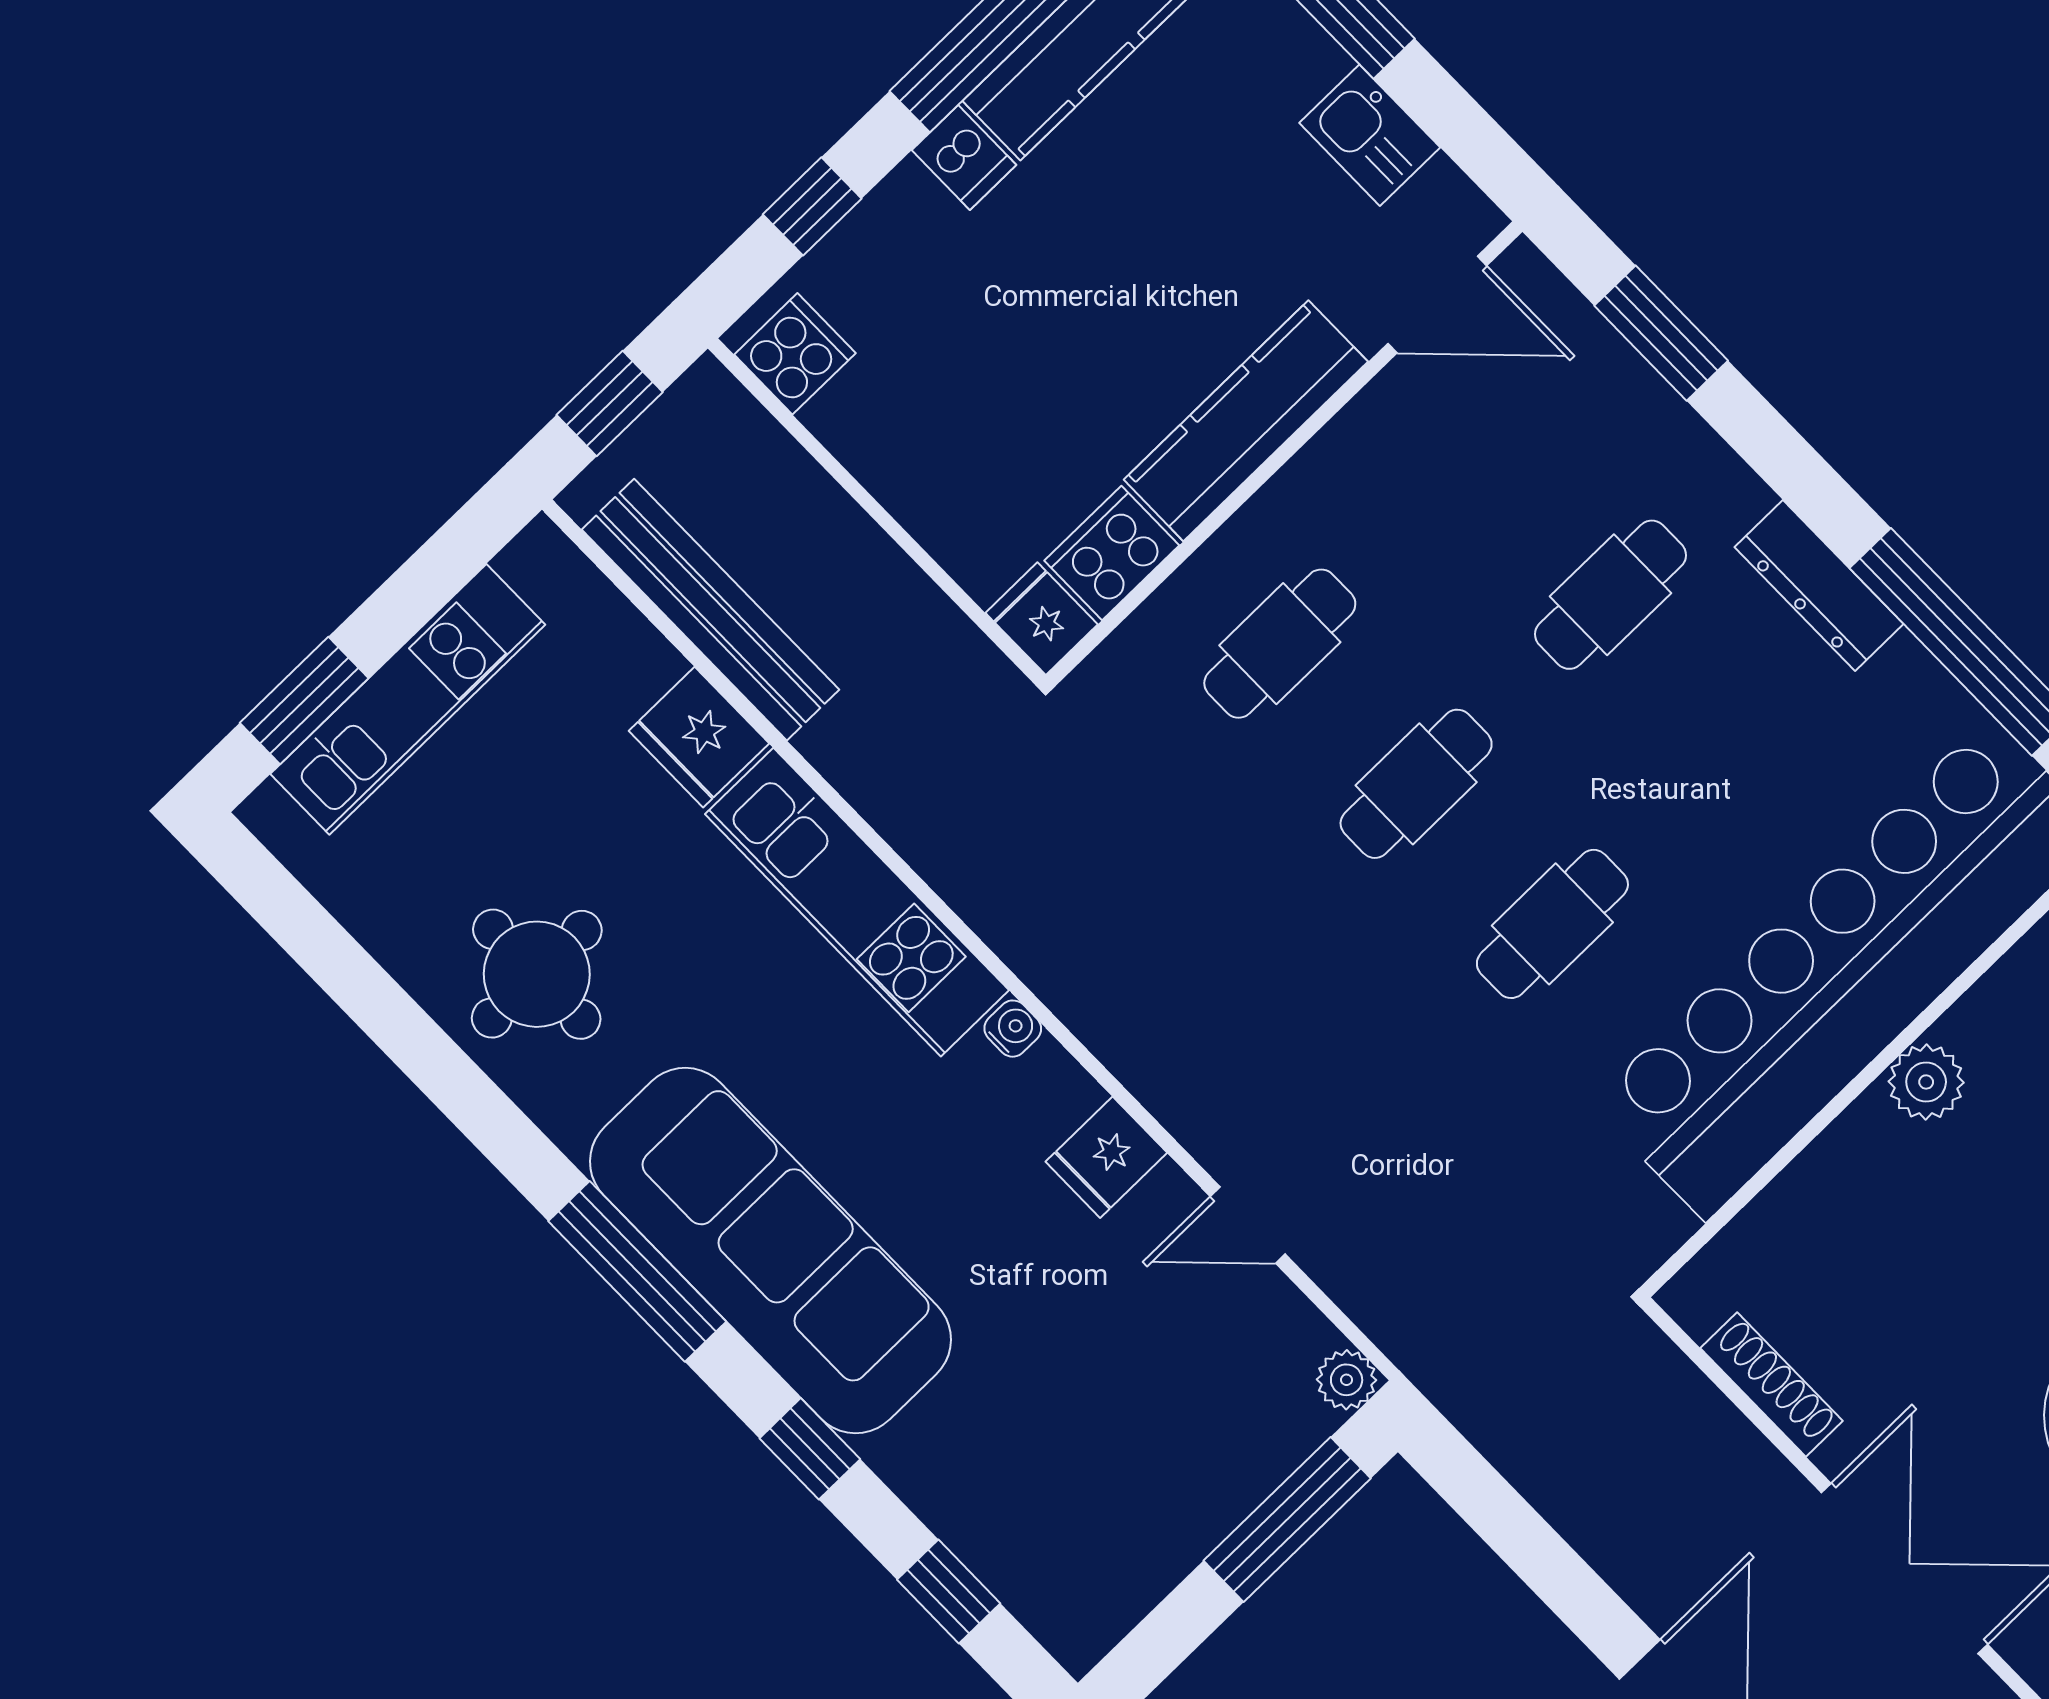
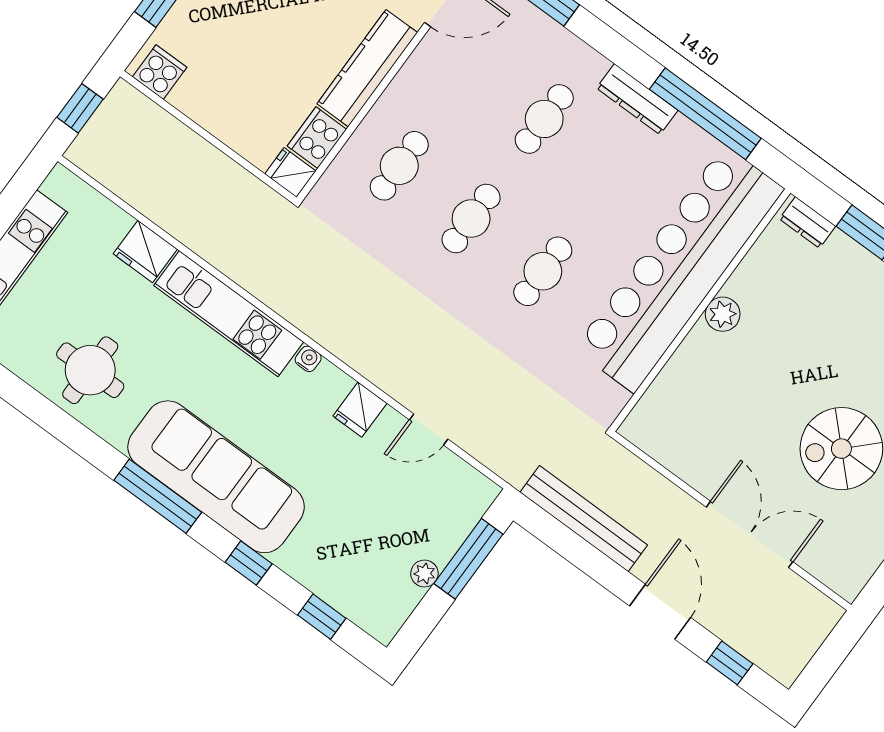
bench: (710, 610) -> (584, 519), moved
plant: (1347, 1380) -> (424, 574), moved
shoe rack: (1772, 1384) -> (676, 462), removed

